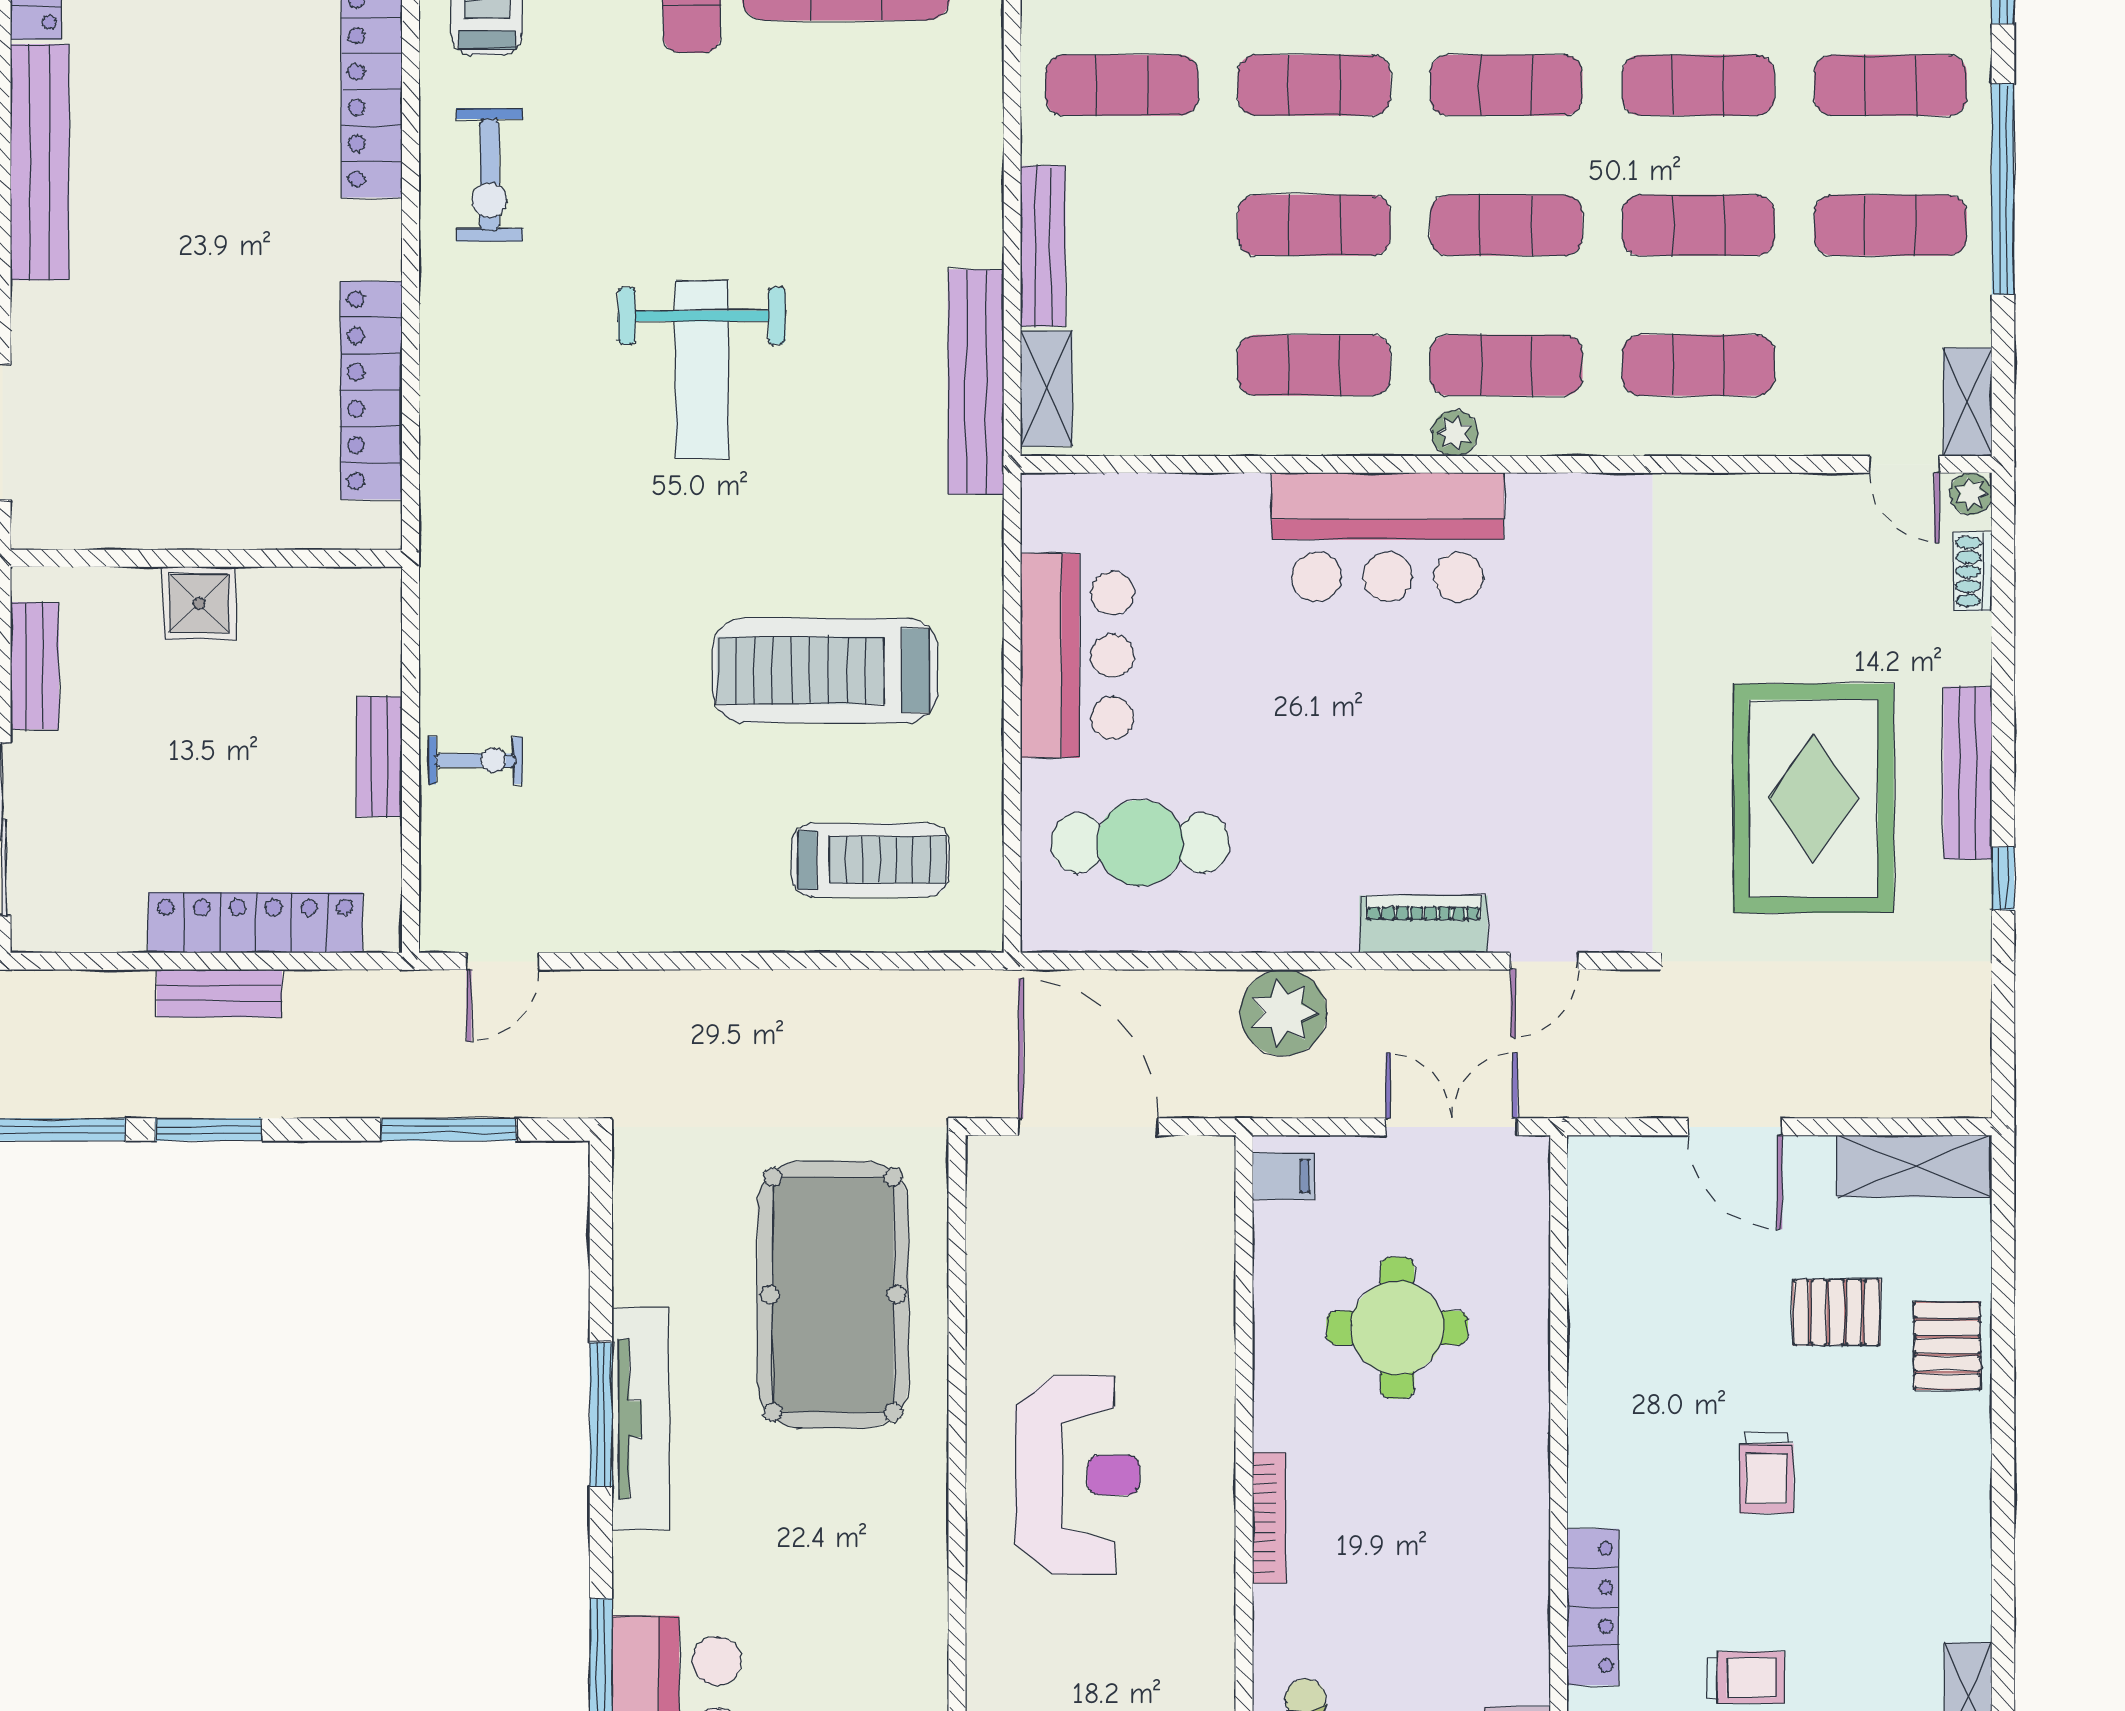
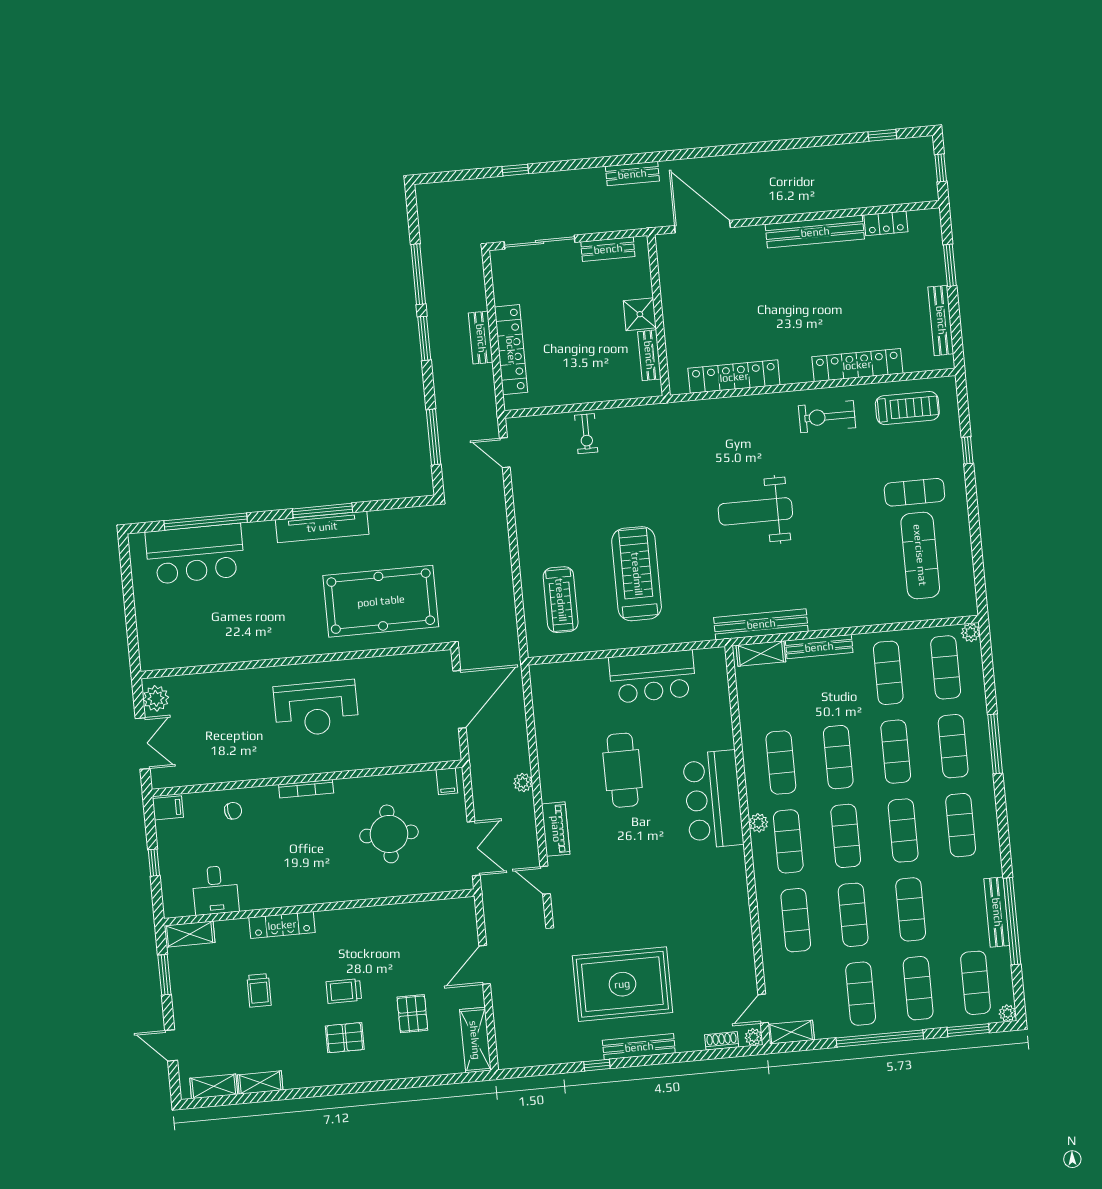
bench: (379, 757) -> (649, 355), moved, turned 90
cafe table: (1140, 843) -> (623, 770), moved
plant: (1283, 1013) -> (523, 783), width x0.53, depth x0.53
pallet: (1947, 1346) -> (345, 1038), moved

